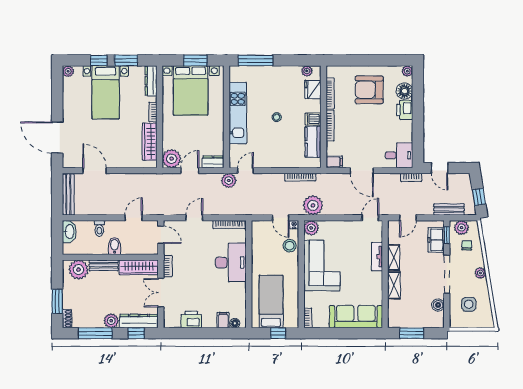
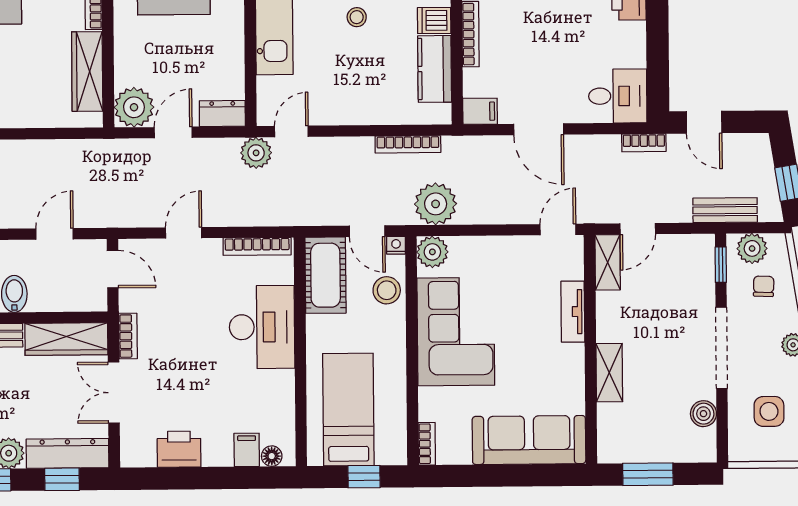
cot: (261, 238) -> (325, 275), added
freezer: (436, 240) -> (698, 275), removed
shelving: (394, 258) -> (608, 262), moved

